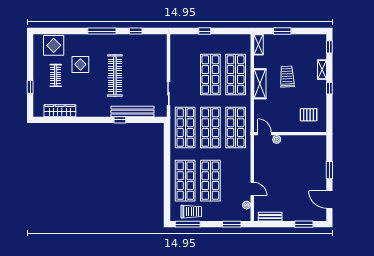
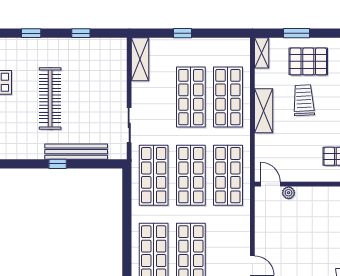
window: (102, 31) -> (31, 33), width x0.46
shelving: (176, 49) -> (140, 59), added
pallet: (290, 50) -> (308, 61), added

